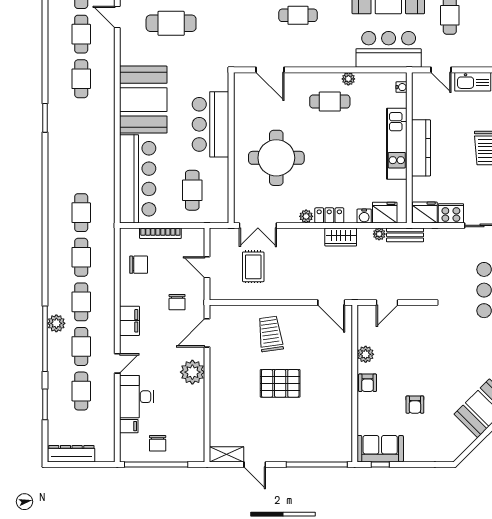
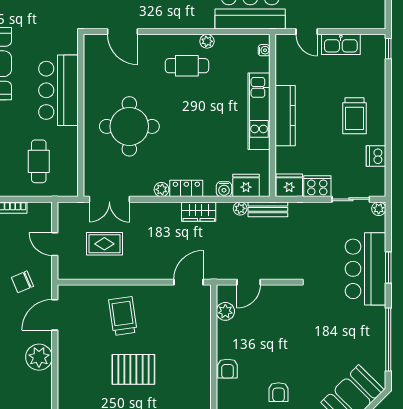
rug: (253, 267) -> (104, 244), turned 90
chair: (177, 302) -> (22, 282), turned 67
door: (331, 302) -> (188, 282), swing flipped
plant: (366, 354) -> (225, 311), moved

